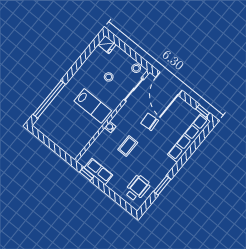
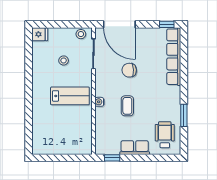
window: (49, 99) -> (29, 120), removed
row of seats: (98, 171) -> (135, 148), moved

